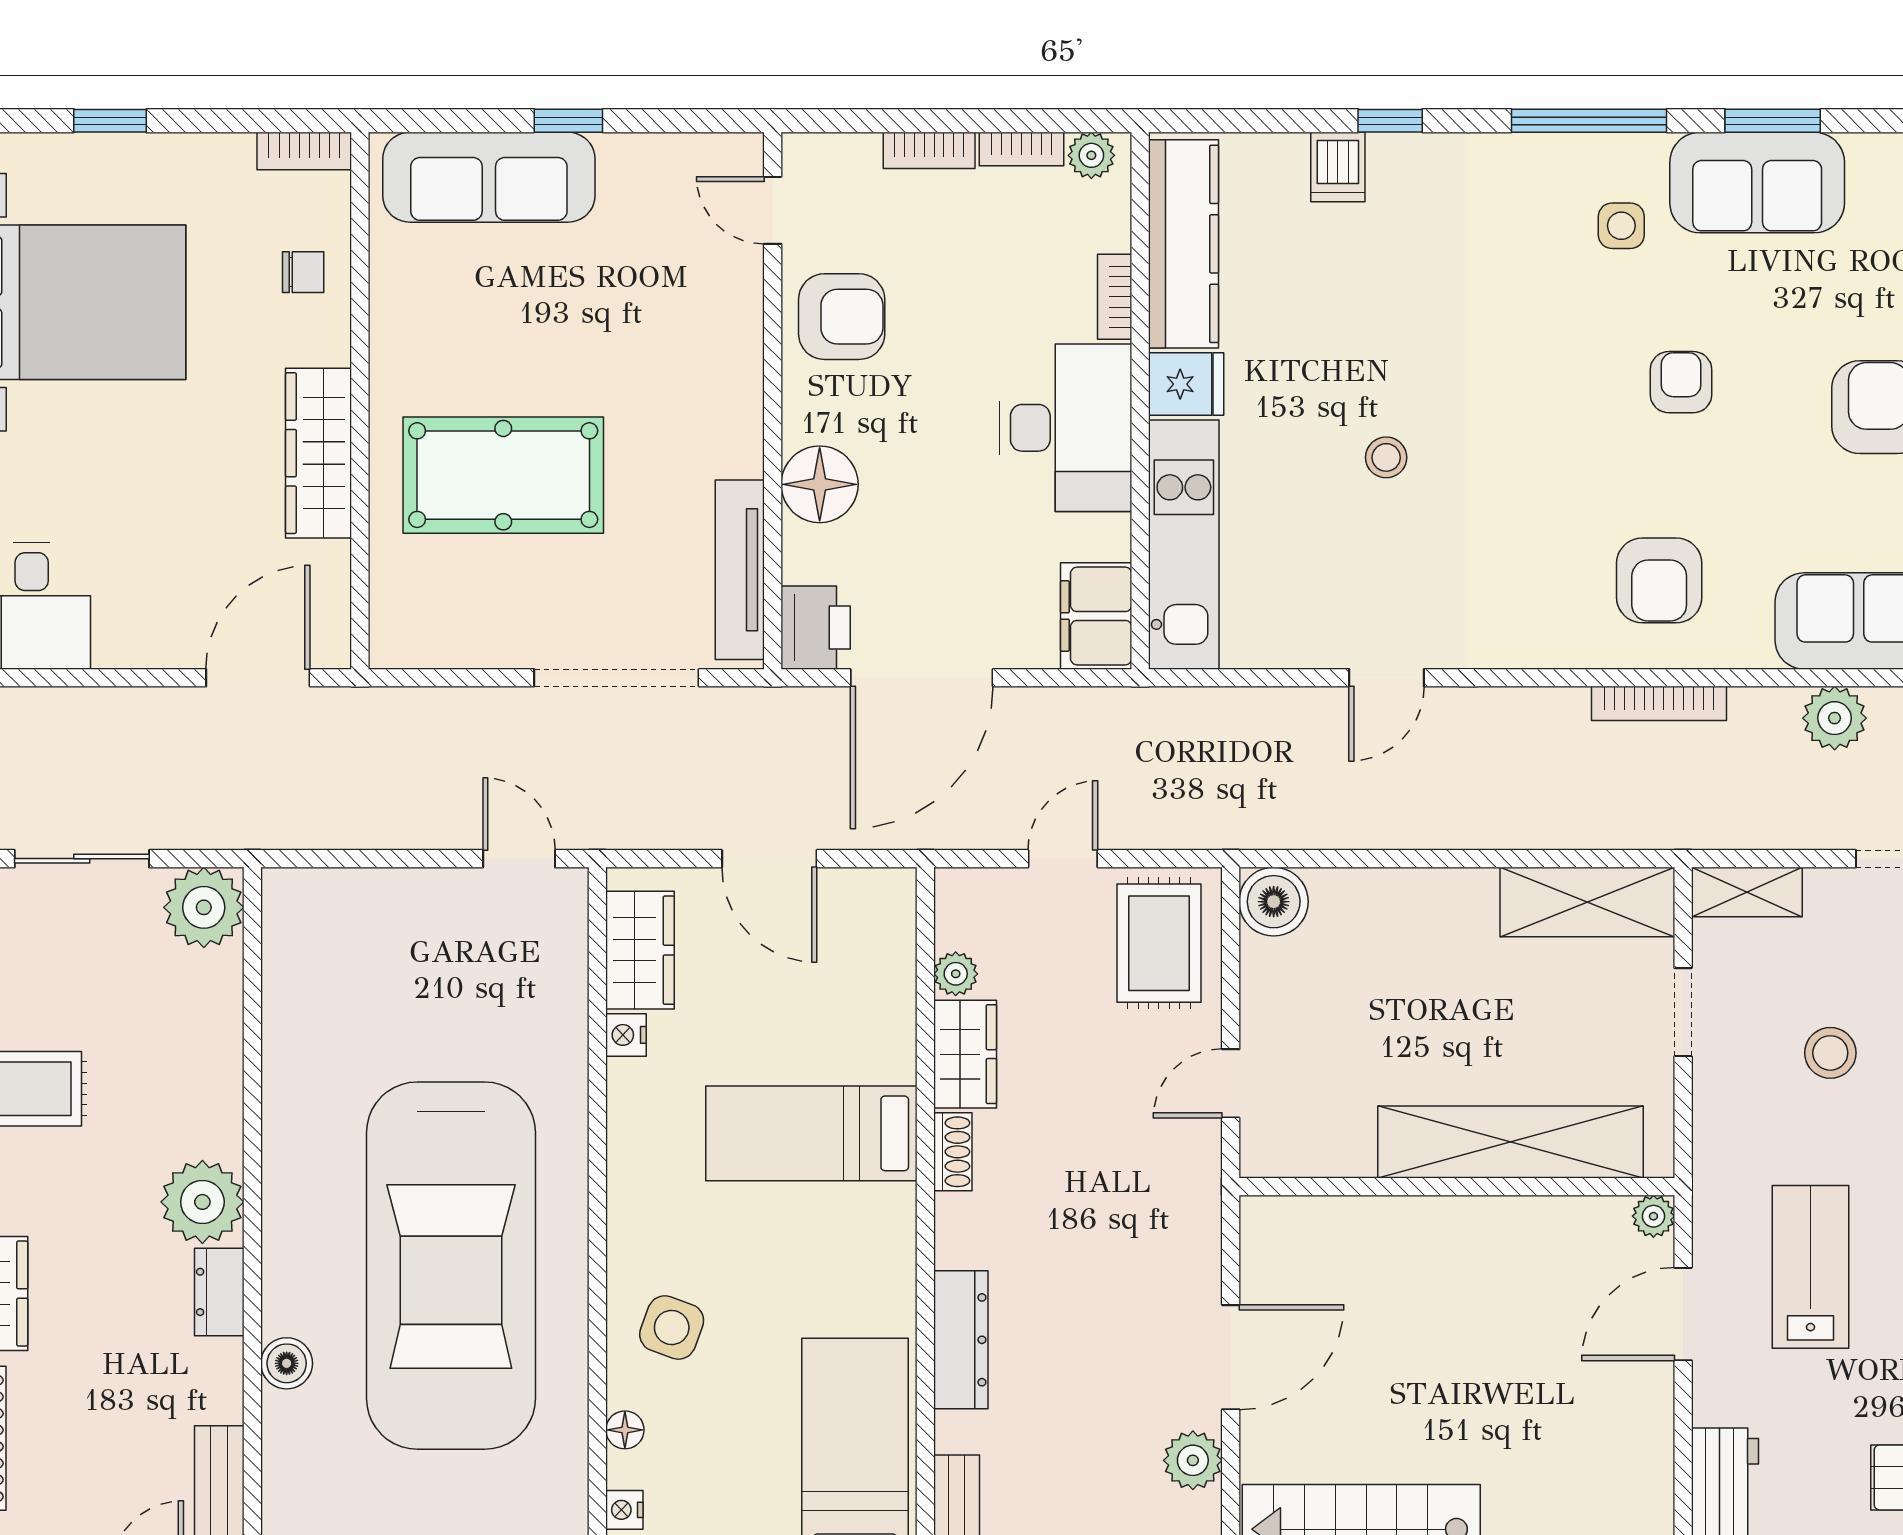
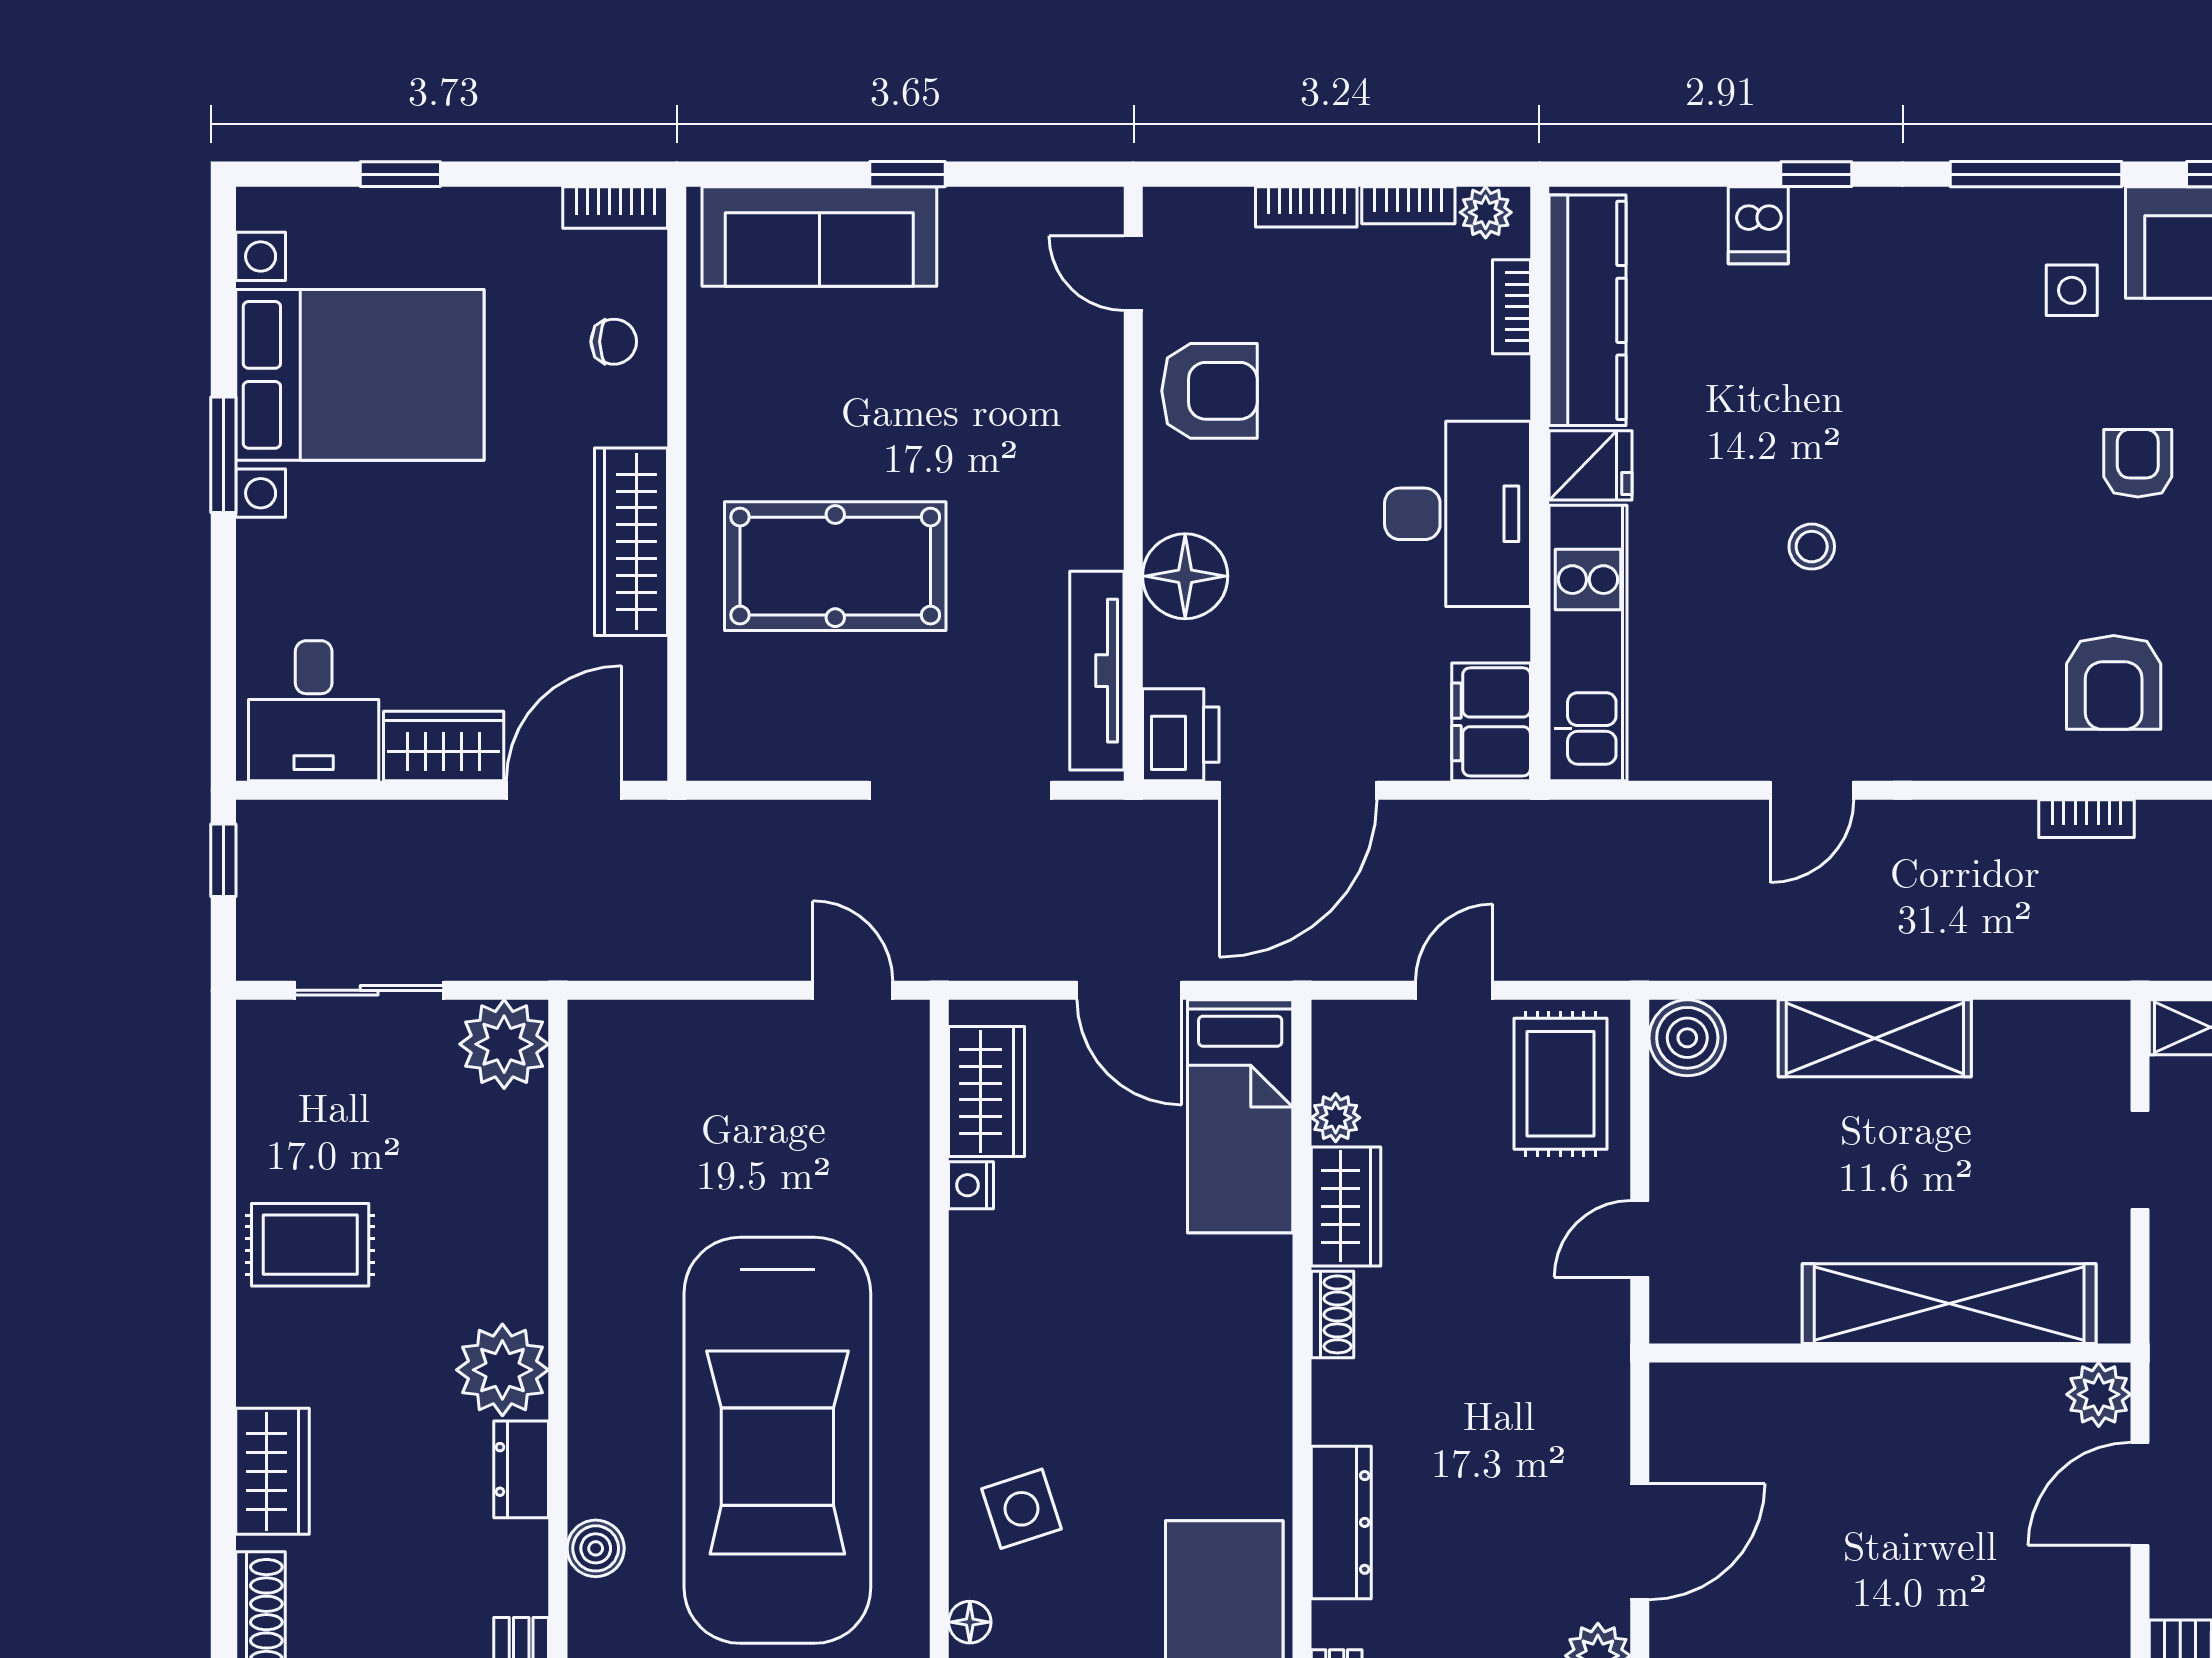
bookcase: (1115, 297) -> (1511, 307), moved
wardrobe: (149, 638) -> (444, 746), added
bookcase: (1659, 703) -> (2087, 819), width x0.64
shelving: (1587, 902) -> (1875, 1038), moved
bed: (811, 1133) -> (1240, 1116), moved, turned -90
plant: (1653, 1216) -> (2099, 1394), width x1.38, depth x1.38
side table: (672, 1328) -> (1021, 1509), turned -38

